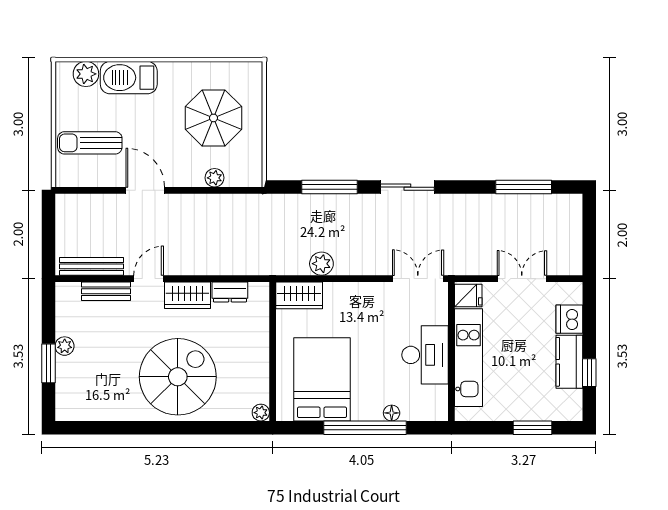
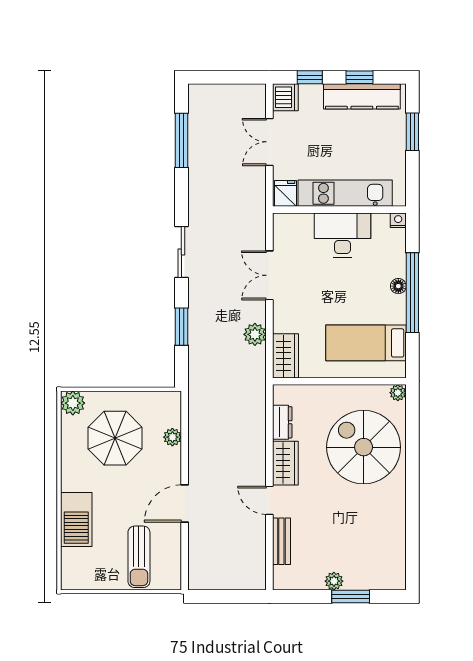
plant: (86, 74) -> (73, 403), moved
window: (329, 187) -> (181, 327), width x0.69
bench: (92, 266) -> (258, 555), removed
double door: (418, 279) -> (269, 275), moved
dishwasher: (569, 319) -> (285, 97), moved, turned -90
window: (589, 321) -> (310, 77), added
kitchen counter: (569, 362) -> (362, 96), width x1.50
spiral stairs: (178, 377) -> (364, 447), moved
bed: (322, 379) -> (366, 343), width x0.67
floor lamp: (392, 413) -> (398, 286), moved
nightstand: (440, 413) -> (398, 220), added

